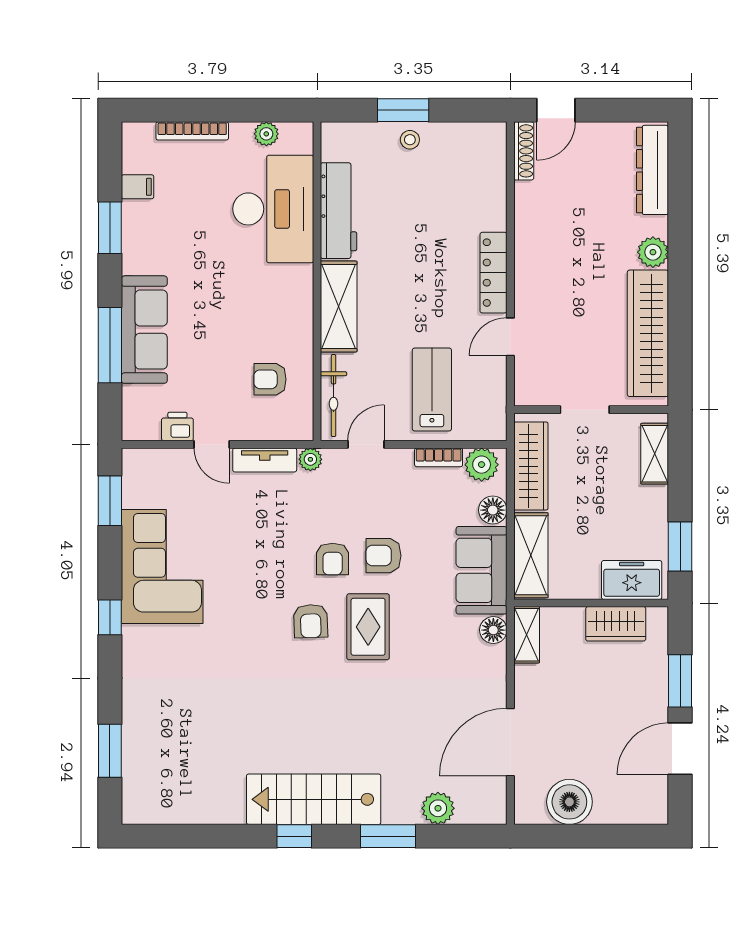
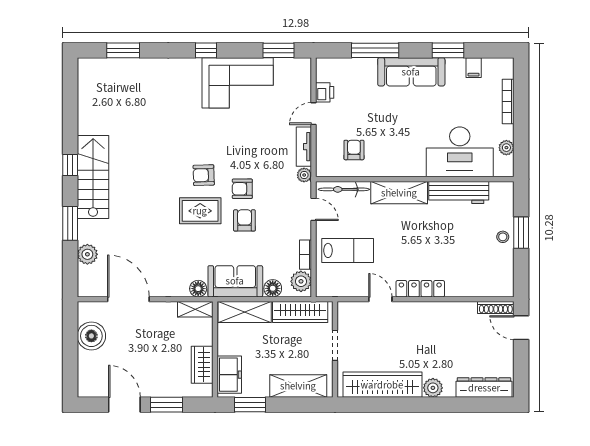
sofa: (144, 330) -> (411, 72), moved
shelving: (655, 454) -> (298, 386), width x1.50, depth x1.33

